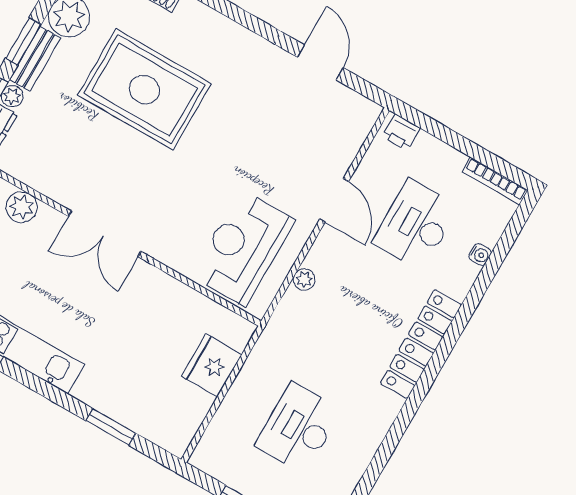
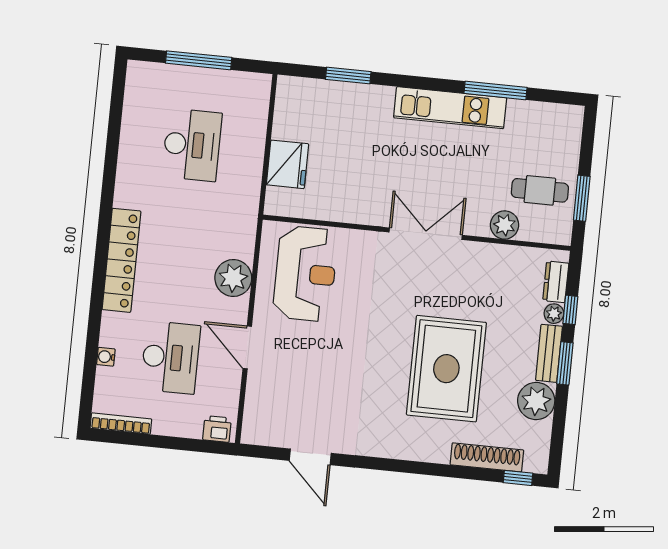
rug: (144, 89) -> (446, 369), turned 90
plant: (304, 279) -> (233, 278), width x1.88, depth x1.88

